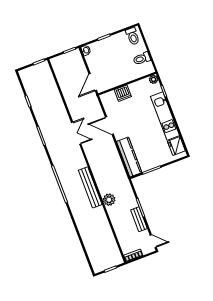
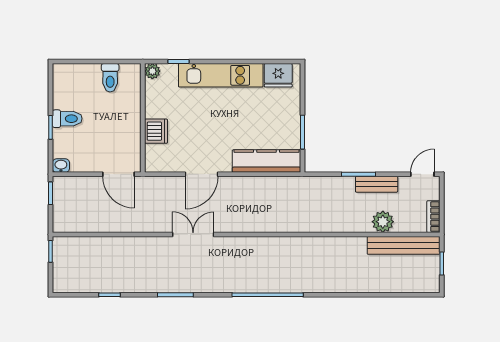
toilet: (133, 36) -> (67, 119), moved
bench: (90, 187) -> (404, 245), moved
plant: (109, 200) -> (383, 222), moved

